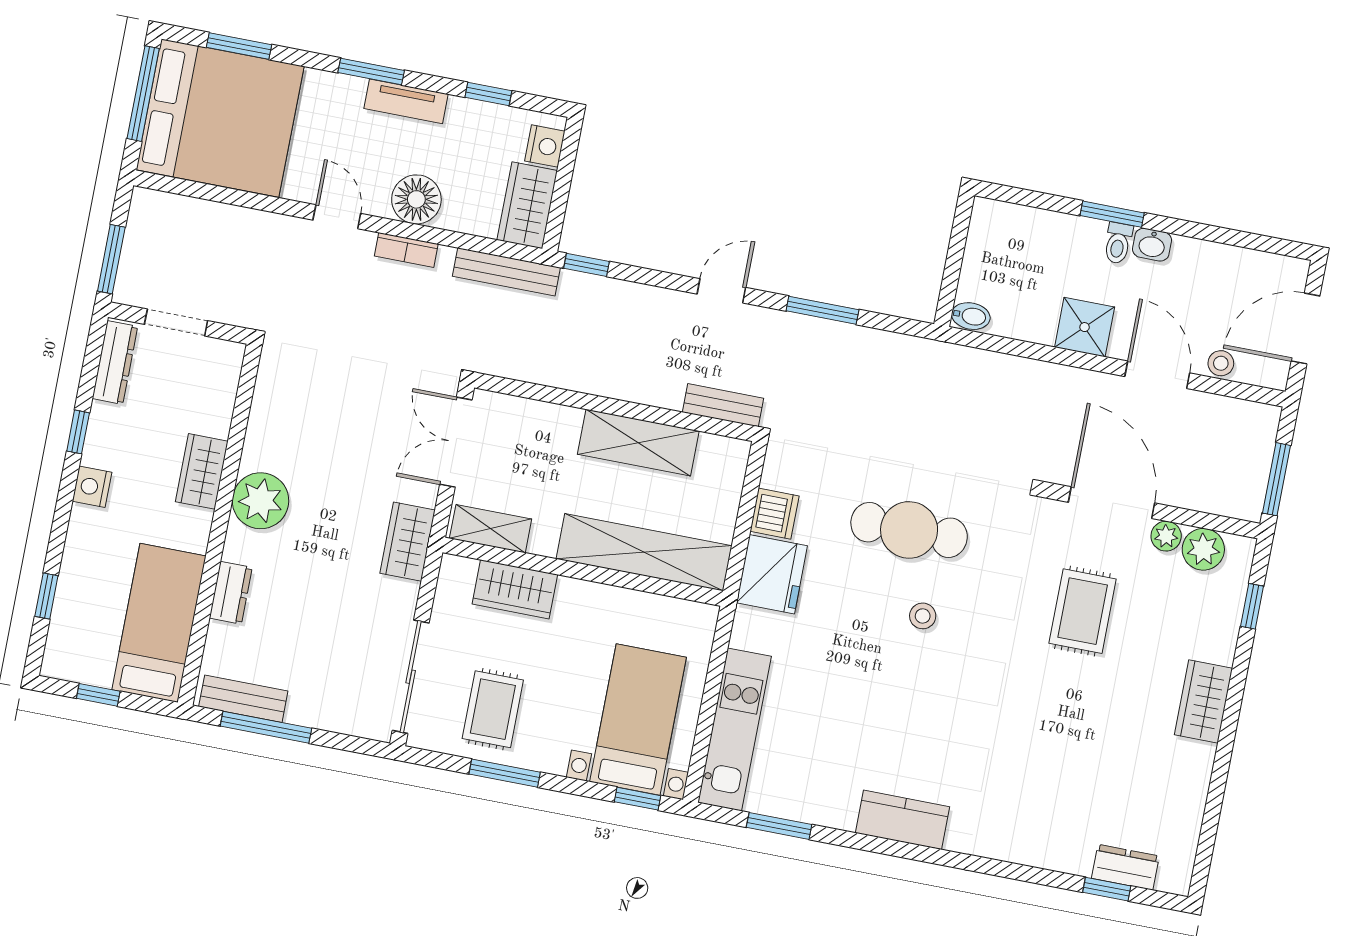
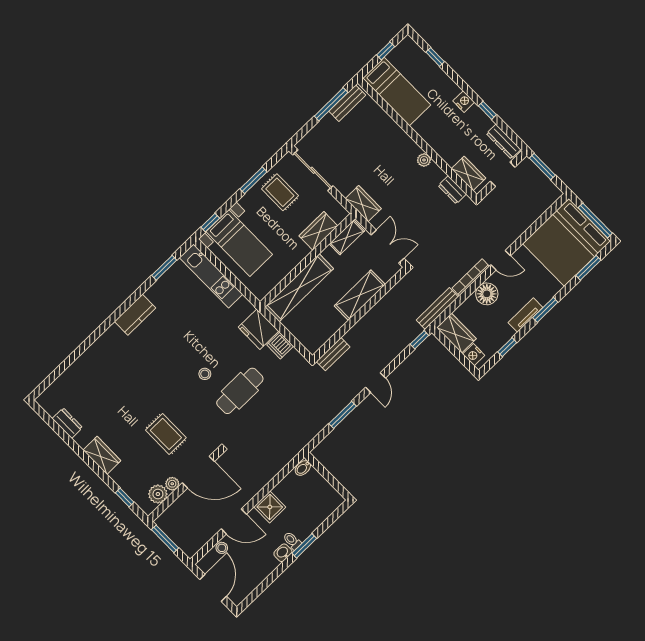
bookcase: (406, 250) -> (471, 277), width x1.56
shelving: (638, 443) -> (360, 295), moved
wardrobe: (202, 471) -> (468, 173), moved
plant: (261, 501) -> (424, 160), width x0.53, depth x0.53
dresser: (231, 593) -> (452, 190), moved
dresser: (1125, 867) -> (67, 423), moved, turned -90
window: (1107, 889) -> (58, 372), removed

